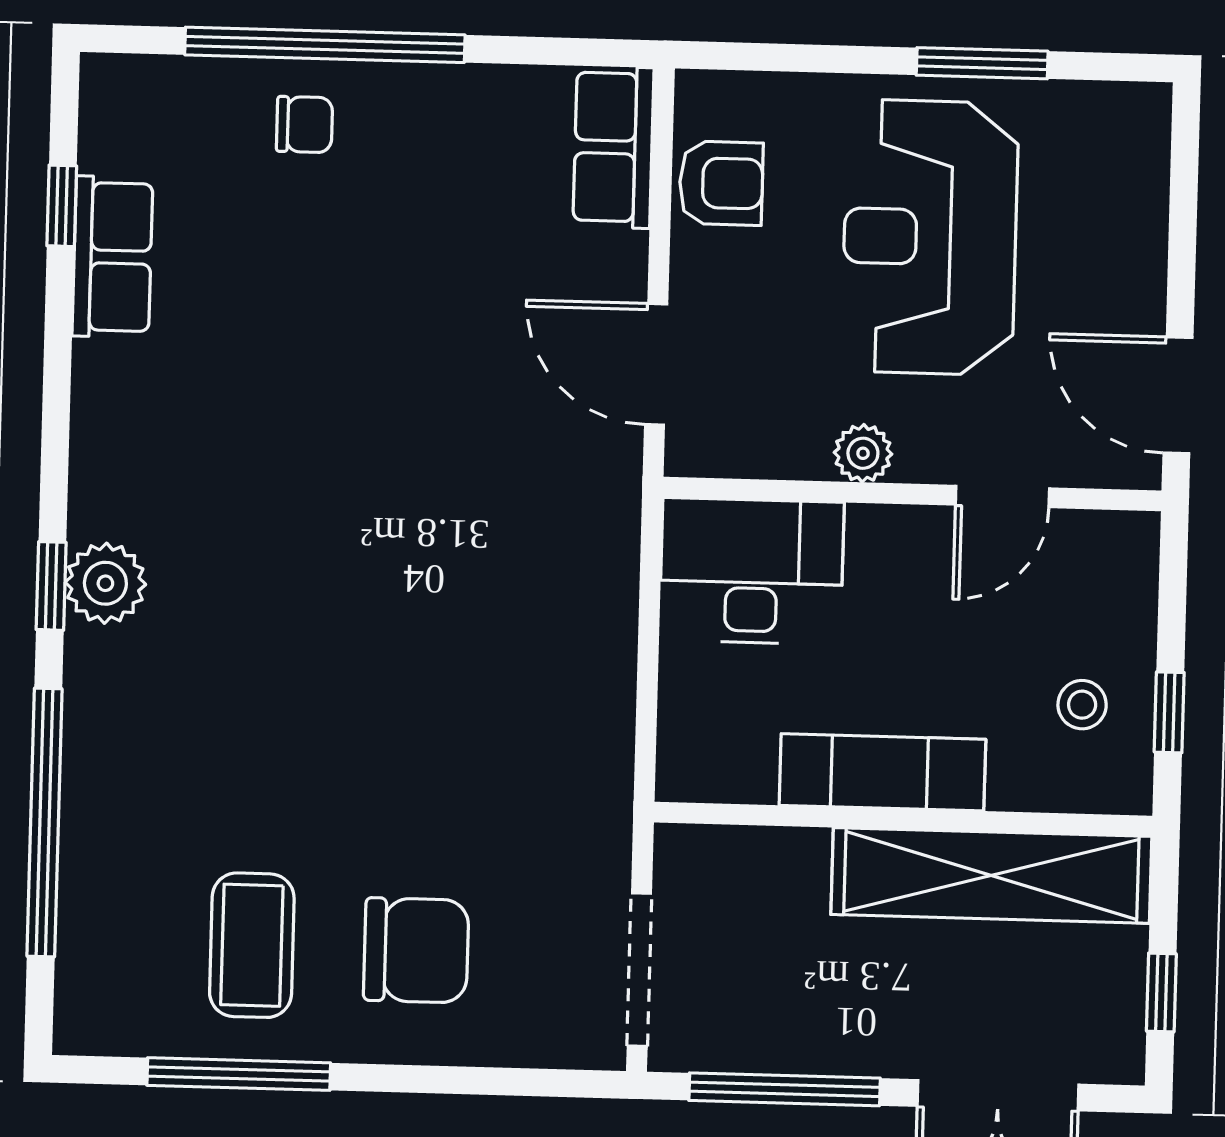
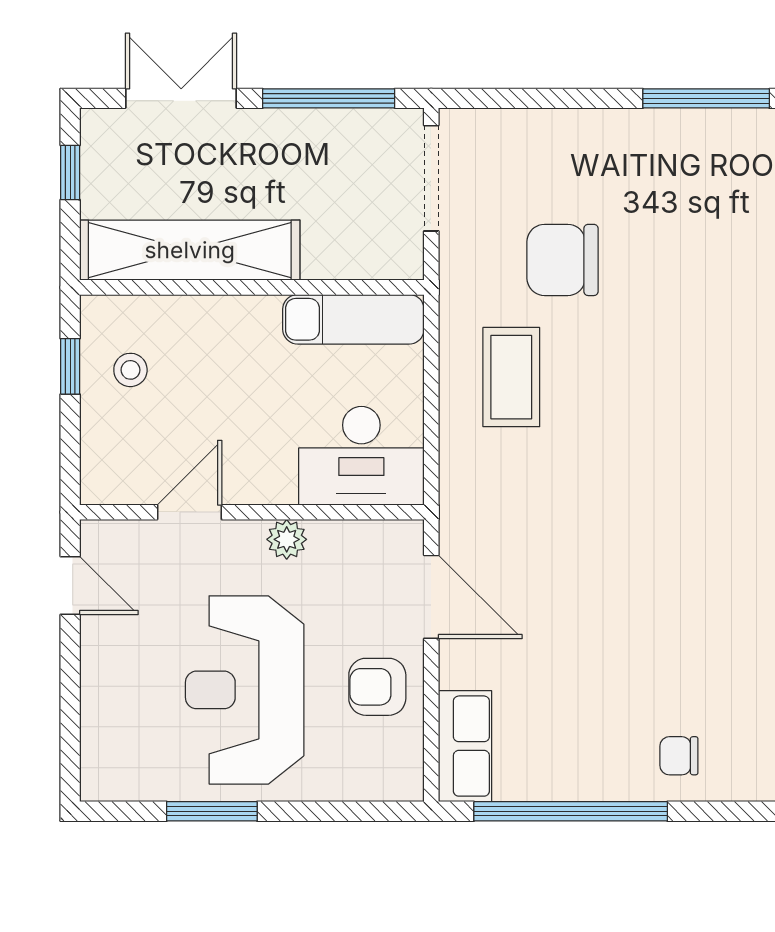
window: (325, 45) -> (571, 811), moved
armchair: (721, 183) -> (377, 687), moved
reception desk: (930, 237) -> (245, 690), turned 180
door: (1178, 395) -> (70, 585), width x0.73
exam couch: (882, 772) -> (353, 319), moved
coffee table: (252, 945) -> (511, 377), moved
chair: (416, 950) -> (563, 260), moved

